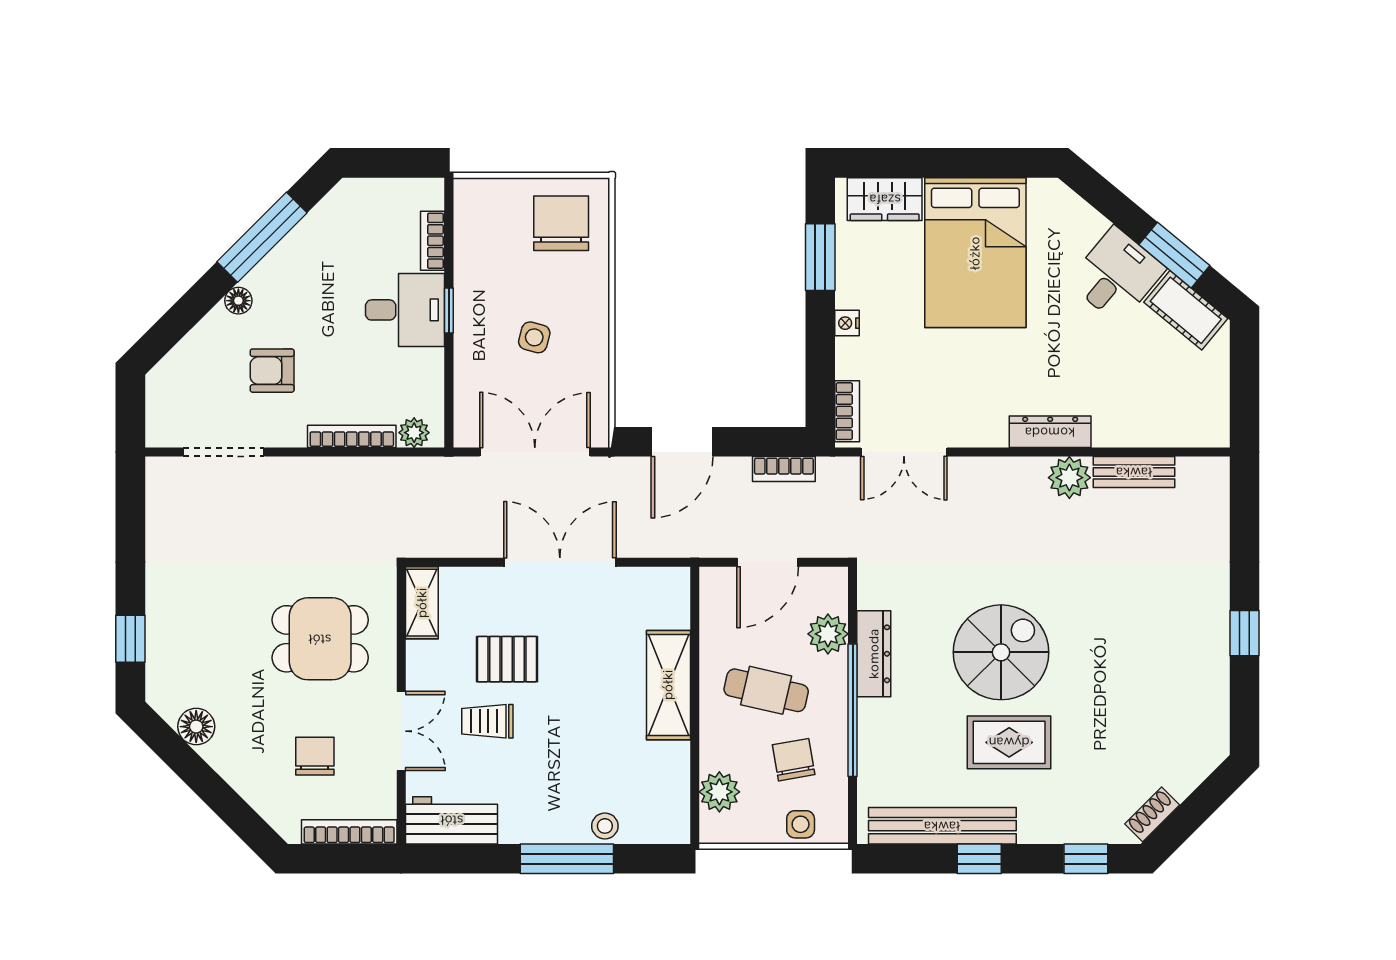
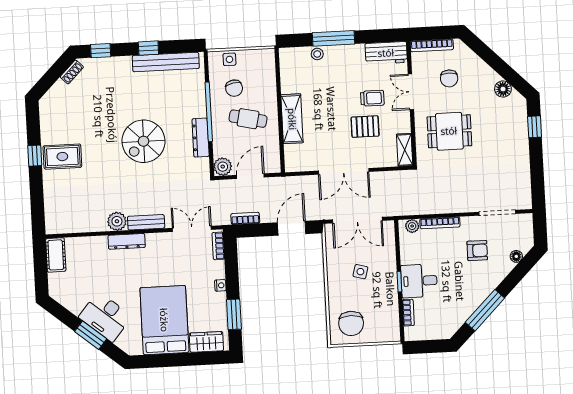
window: (1174, 255) -> (91, 335), moved
desk: (1116, 275) -> (105, 317), width x1.37
floor lamp: (238, 301) -> (516, 256), moved
cot: (1186, 310) -> (56, 255), moved, turned 50
bench: (1134, 472) -> (146, 222), moved
plant: (828, 634) -> (223, 167), moved
rug: (1009, 742) -> (62, 157), moved
plant: (719, 792) -> (267, 72), removed

